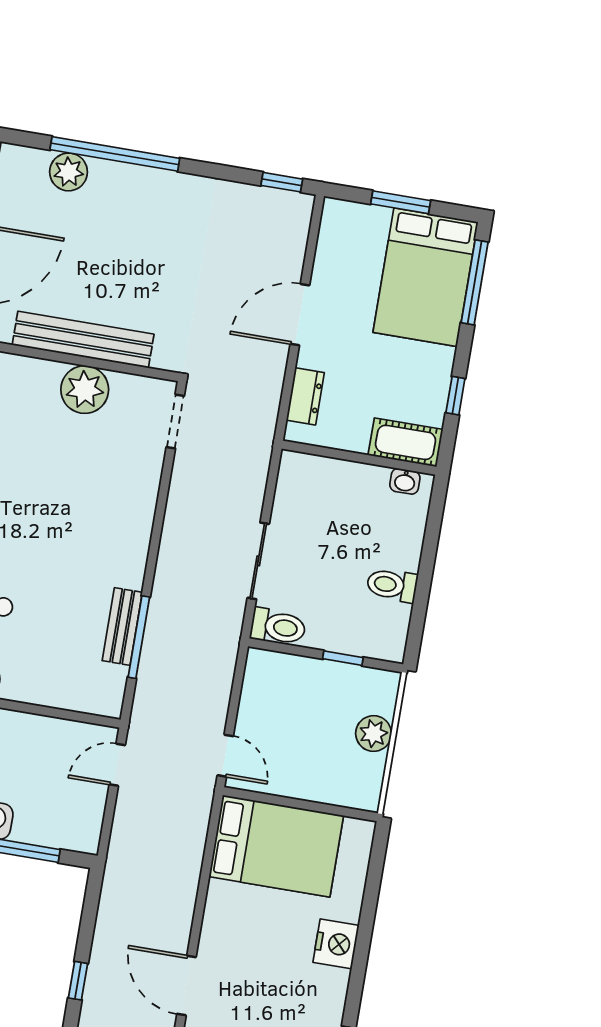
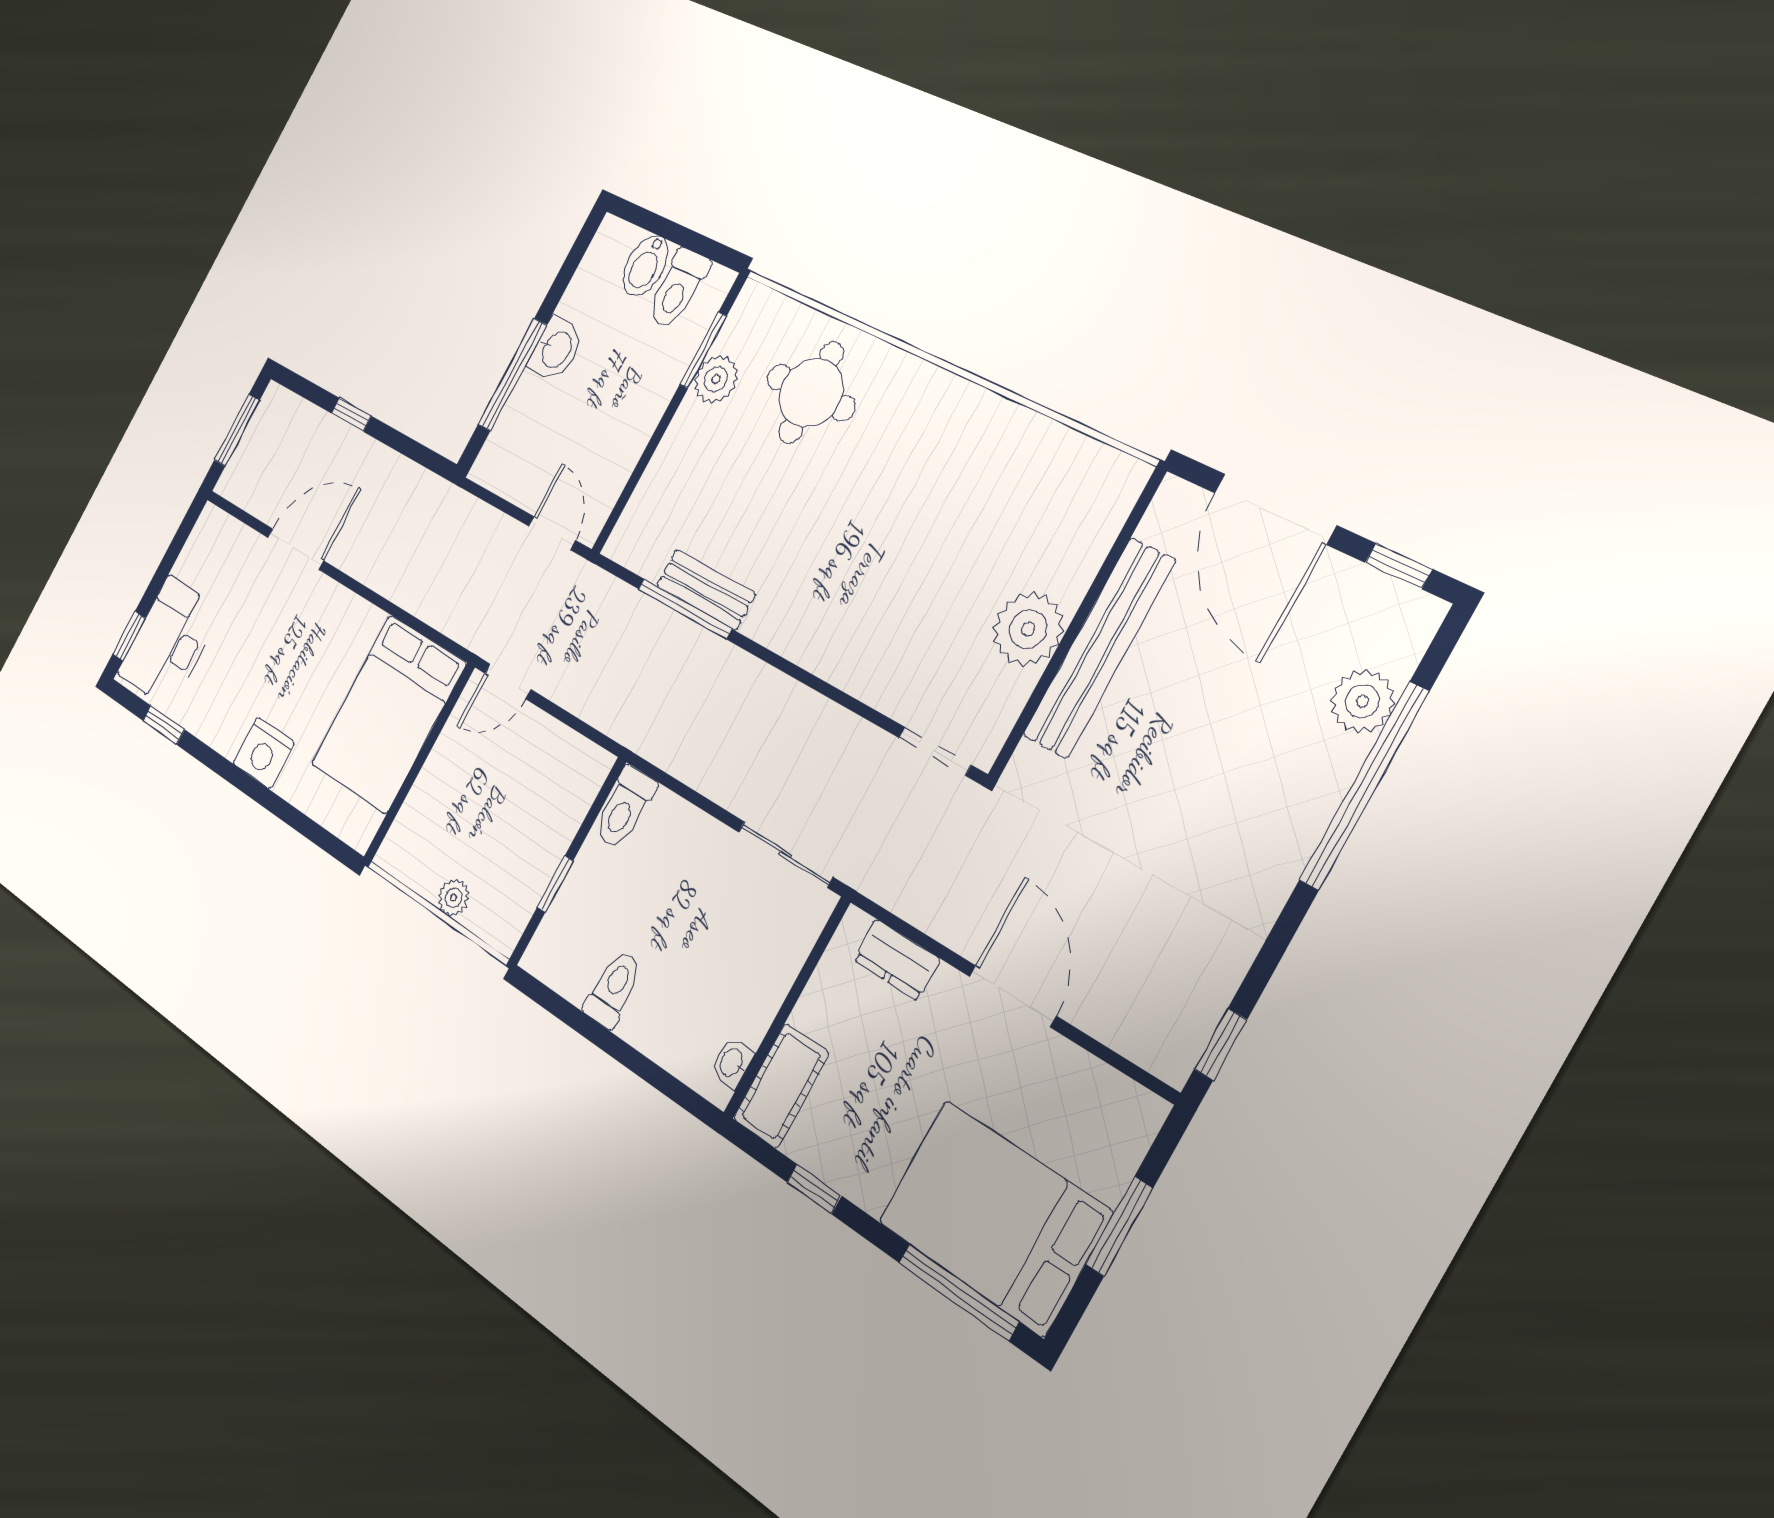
sliding door: (258, 561) -> (785, 854), moved
plant: (374, 734) -> (453, 898), width x0.73, depth x0.73

